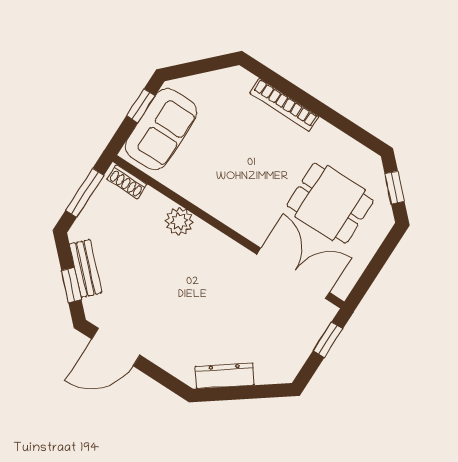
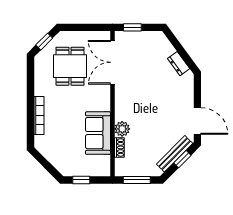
sofa: (161, 129) -> (98, 133), moved, turned -90
shoe rack: (127, 182) -> (119, 147), moved
bench: (85, 268) -> (175, 154), width x1.36
dresser: (225, 376) -> (179, 64), width x0.70

